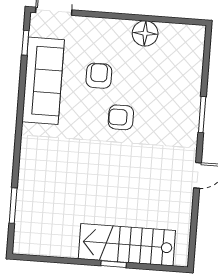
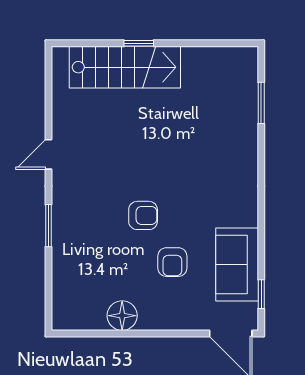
sofa: (43, 81) -> (237, 264), width x0.73

